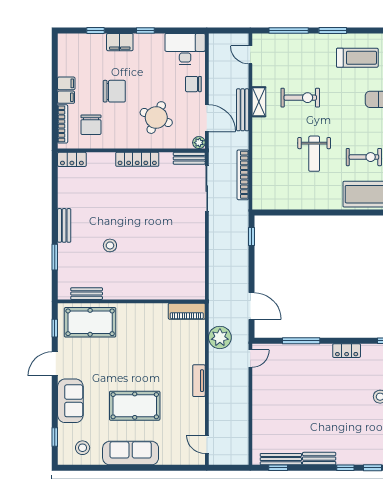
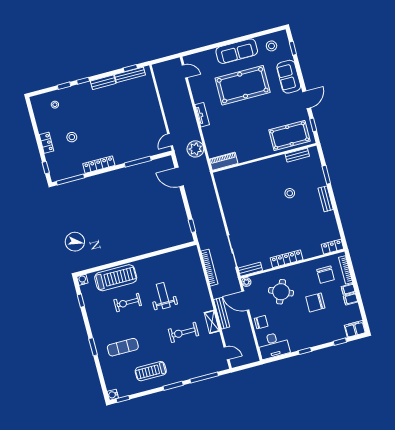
filing cabinet: (120, 42) -> (355, 329), moved
chair: (91, 125) -> (326, 275), turned 180
locker: (347, 351) -> (99, 165), width x1.53
pool table: (135, 406) -> (243, 85), width x1.36, depth x1.32

